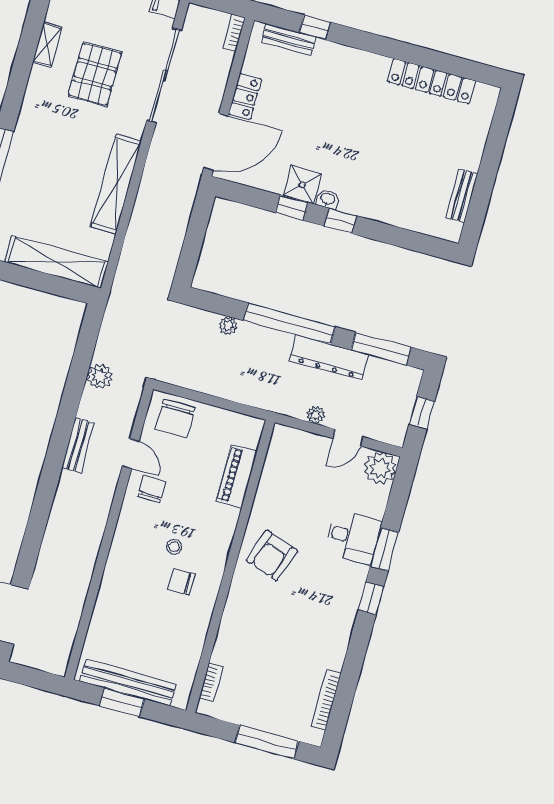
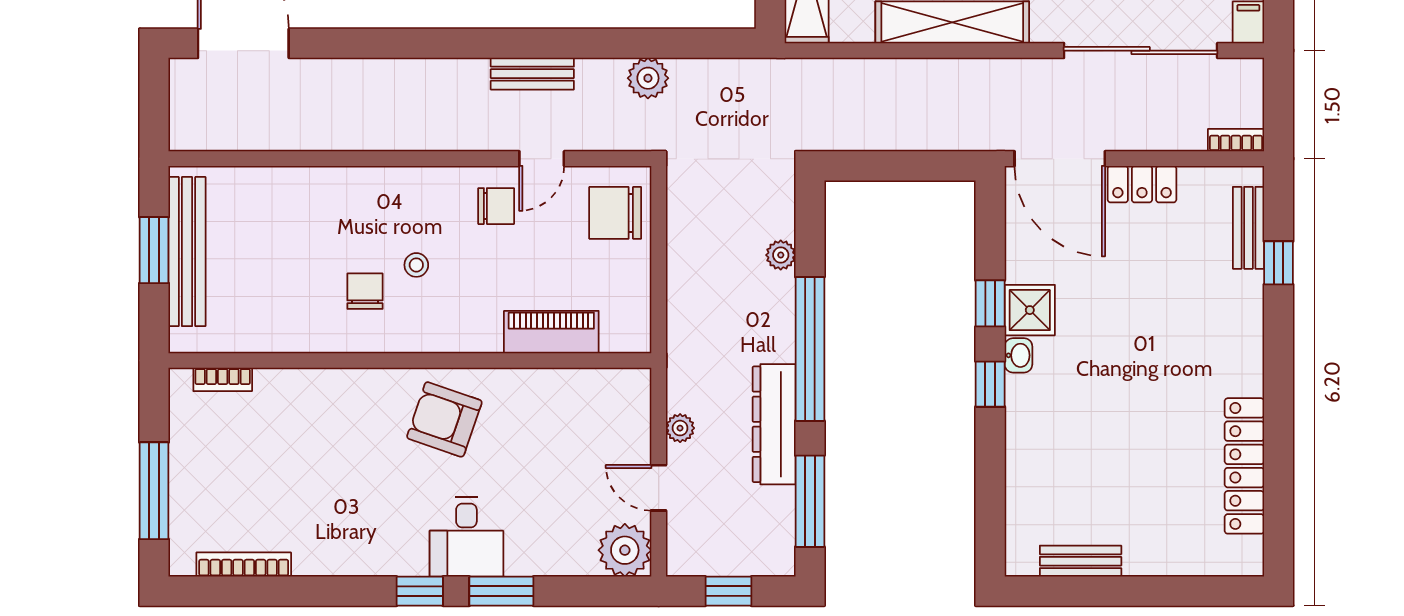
desk: (353, 537) -> (466, 537), moved

